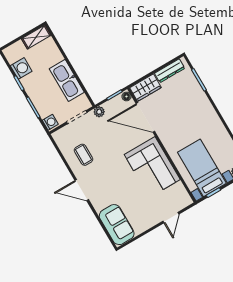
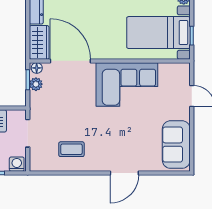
plant: (99, 112) -> (36, 84), moved
door: (145, 117) -> (70, 61), swing flipped
door: (82, 190) -> (124, 173), moved
sofa: (117, 225) -> (176, 145), moved, turned -90

